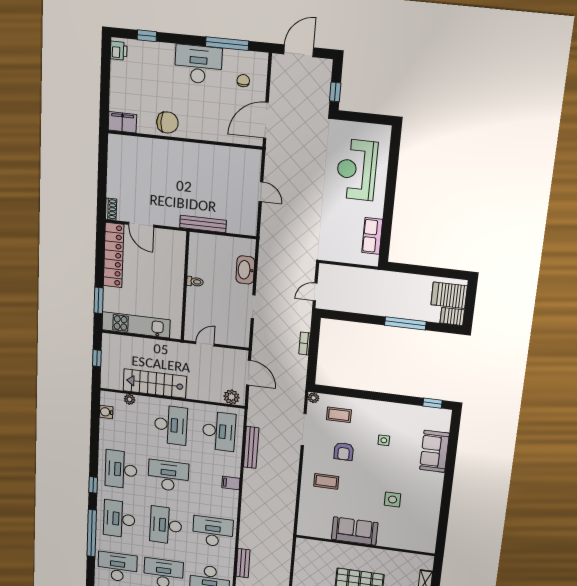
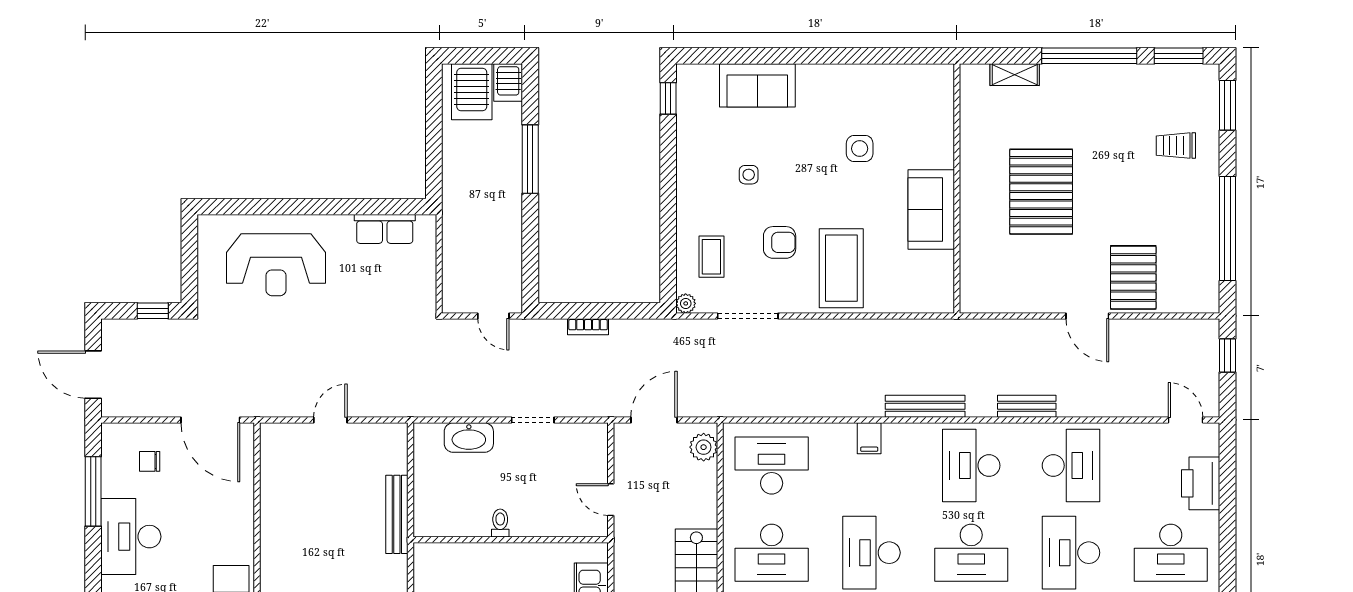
desk: (171, 425) -> (772, 553), turned 180
bench: (251, 447) -> (925, 406), moved
coffee table: (326, 481) -> (841, 268), width x1.86, depth x1.72

